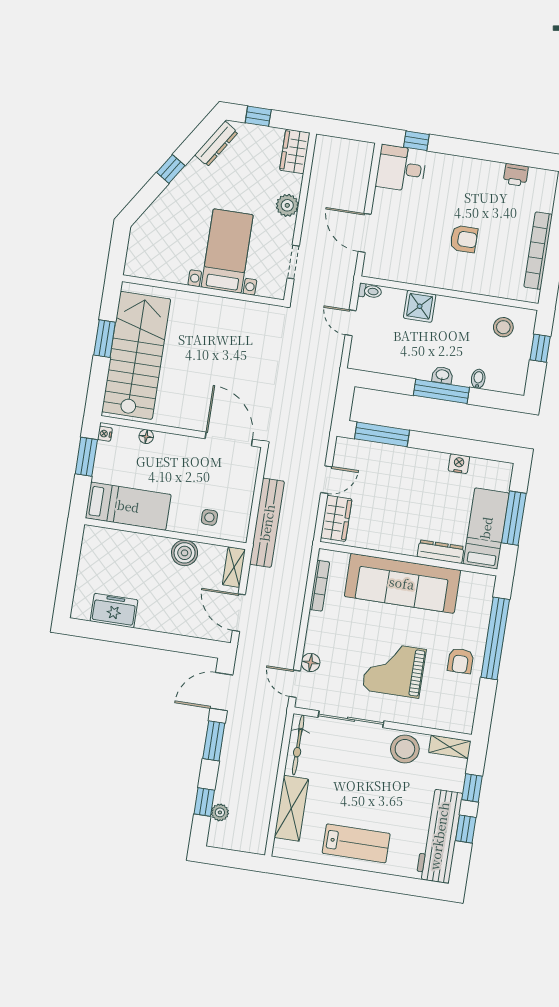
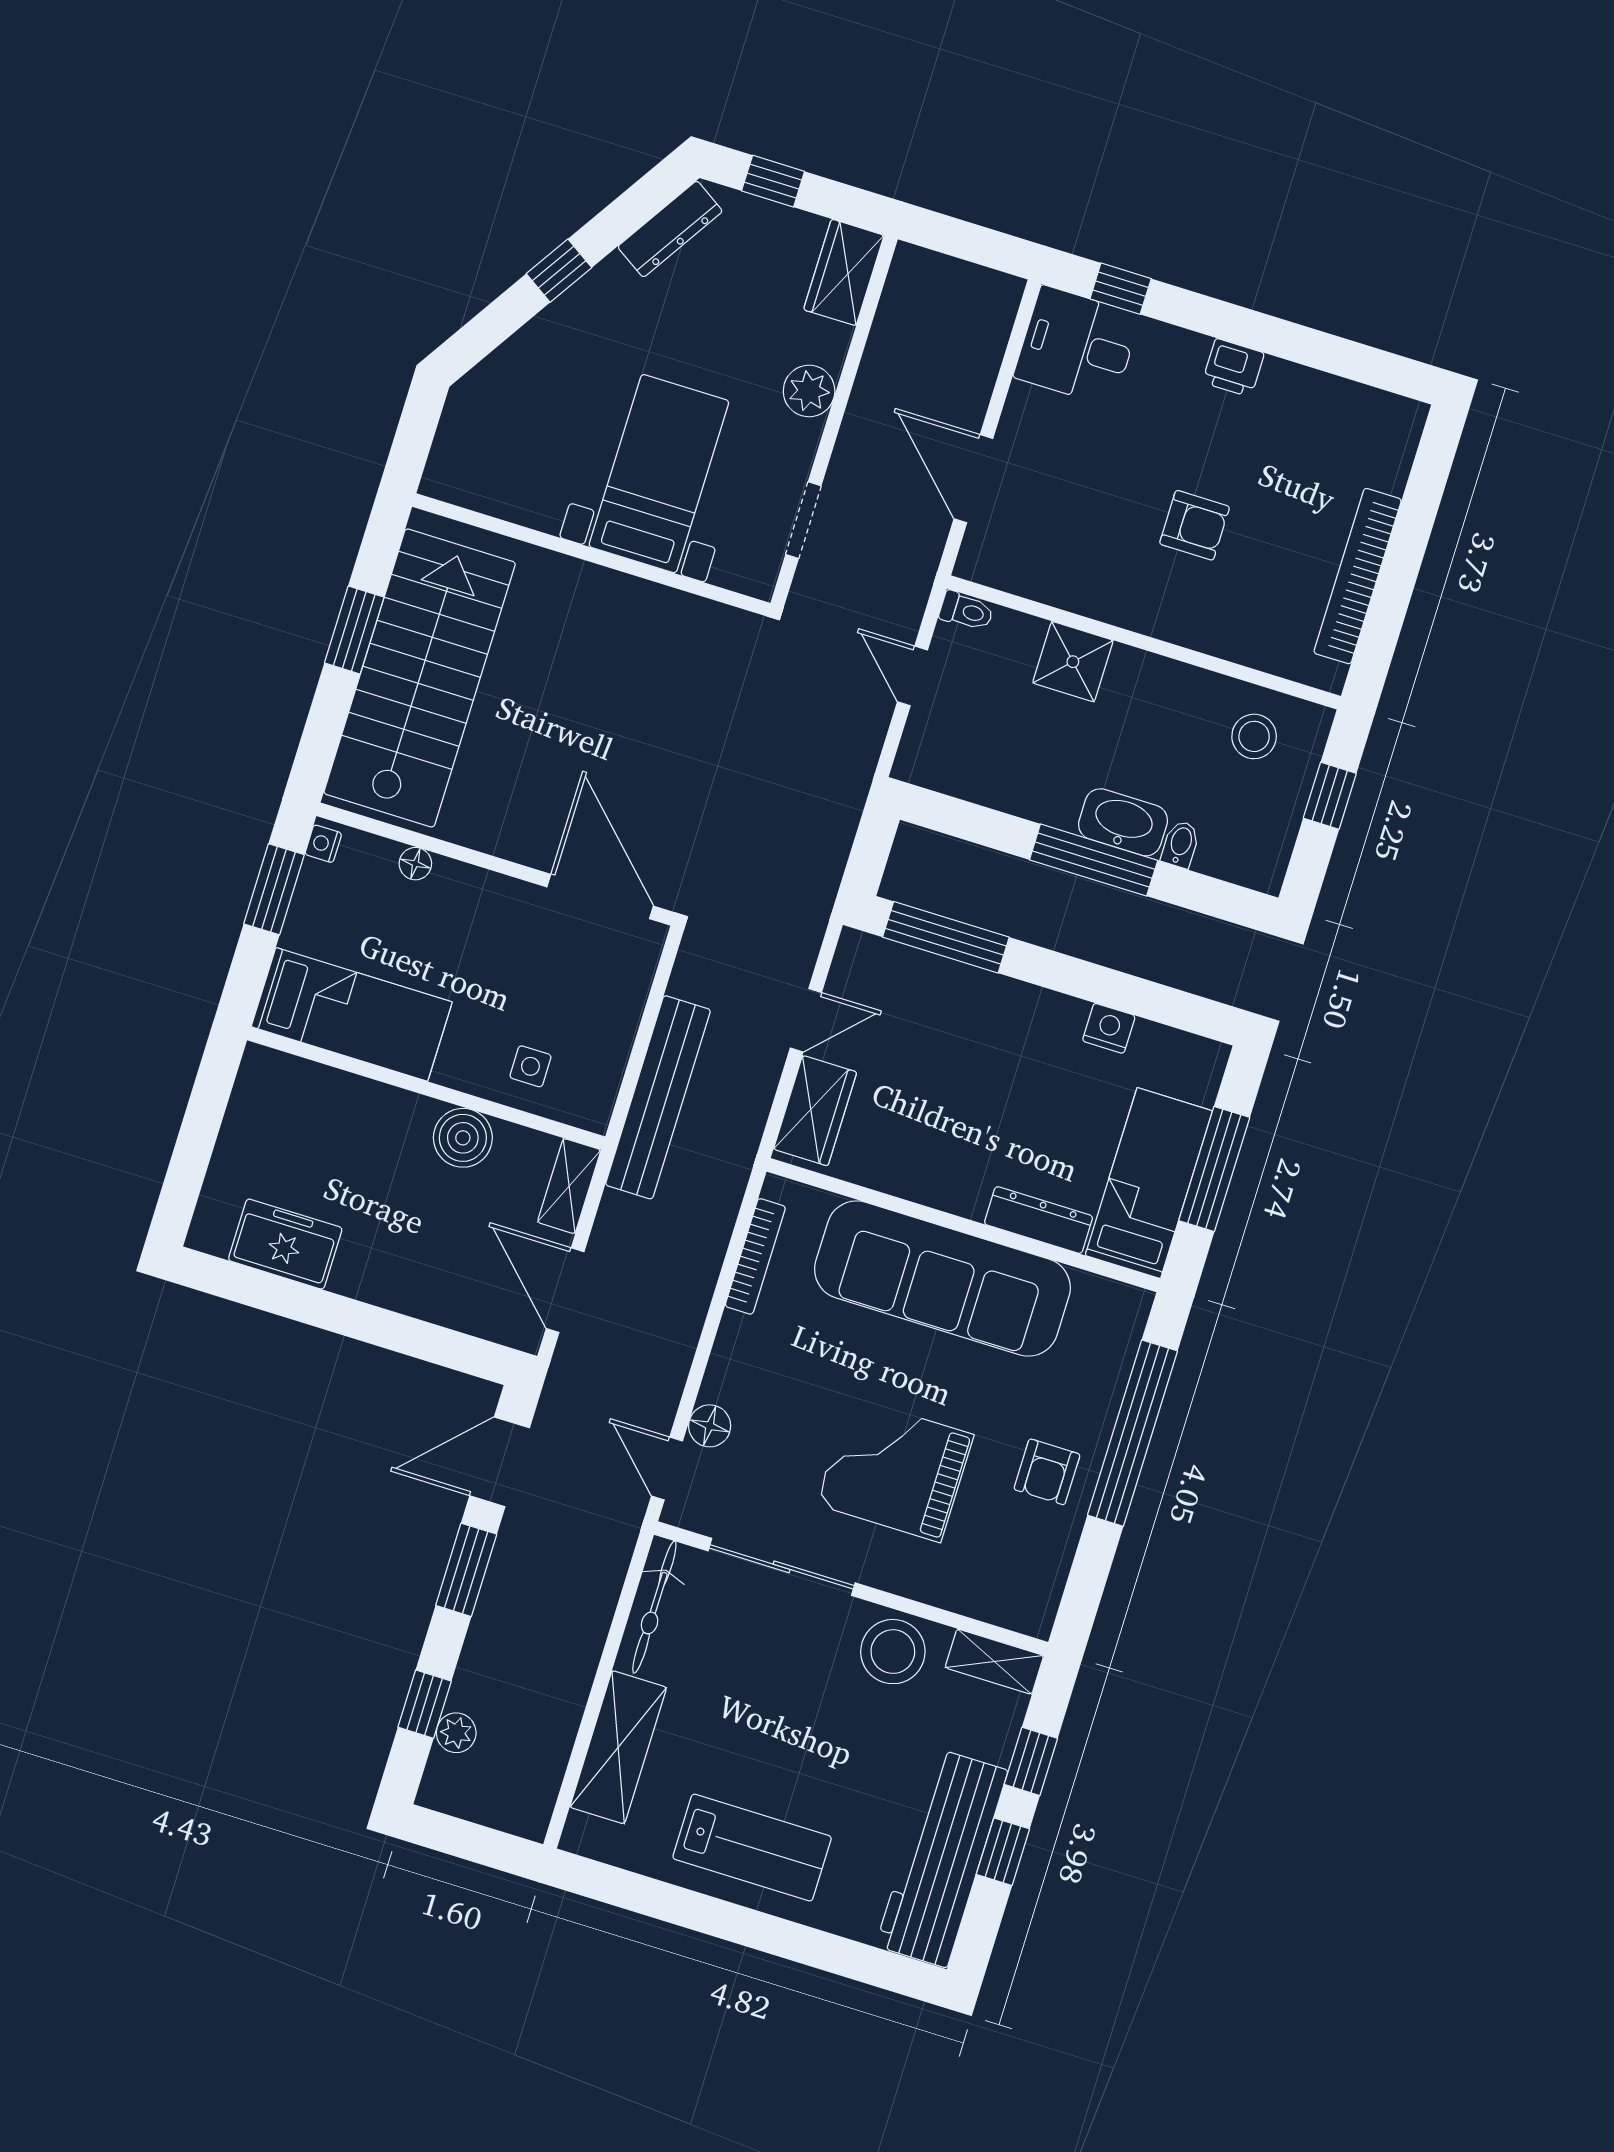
printer: (516, 175) -> (1233, 368), moved
washbasin: (442, 375) -> (1123, 822), width x1.91, depth x1.45

